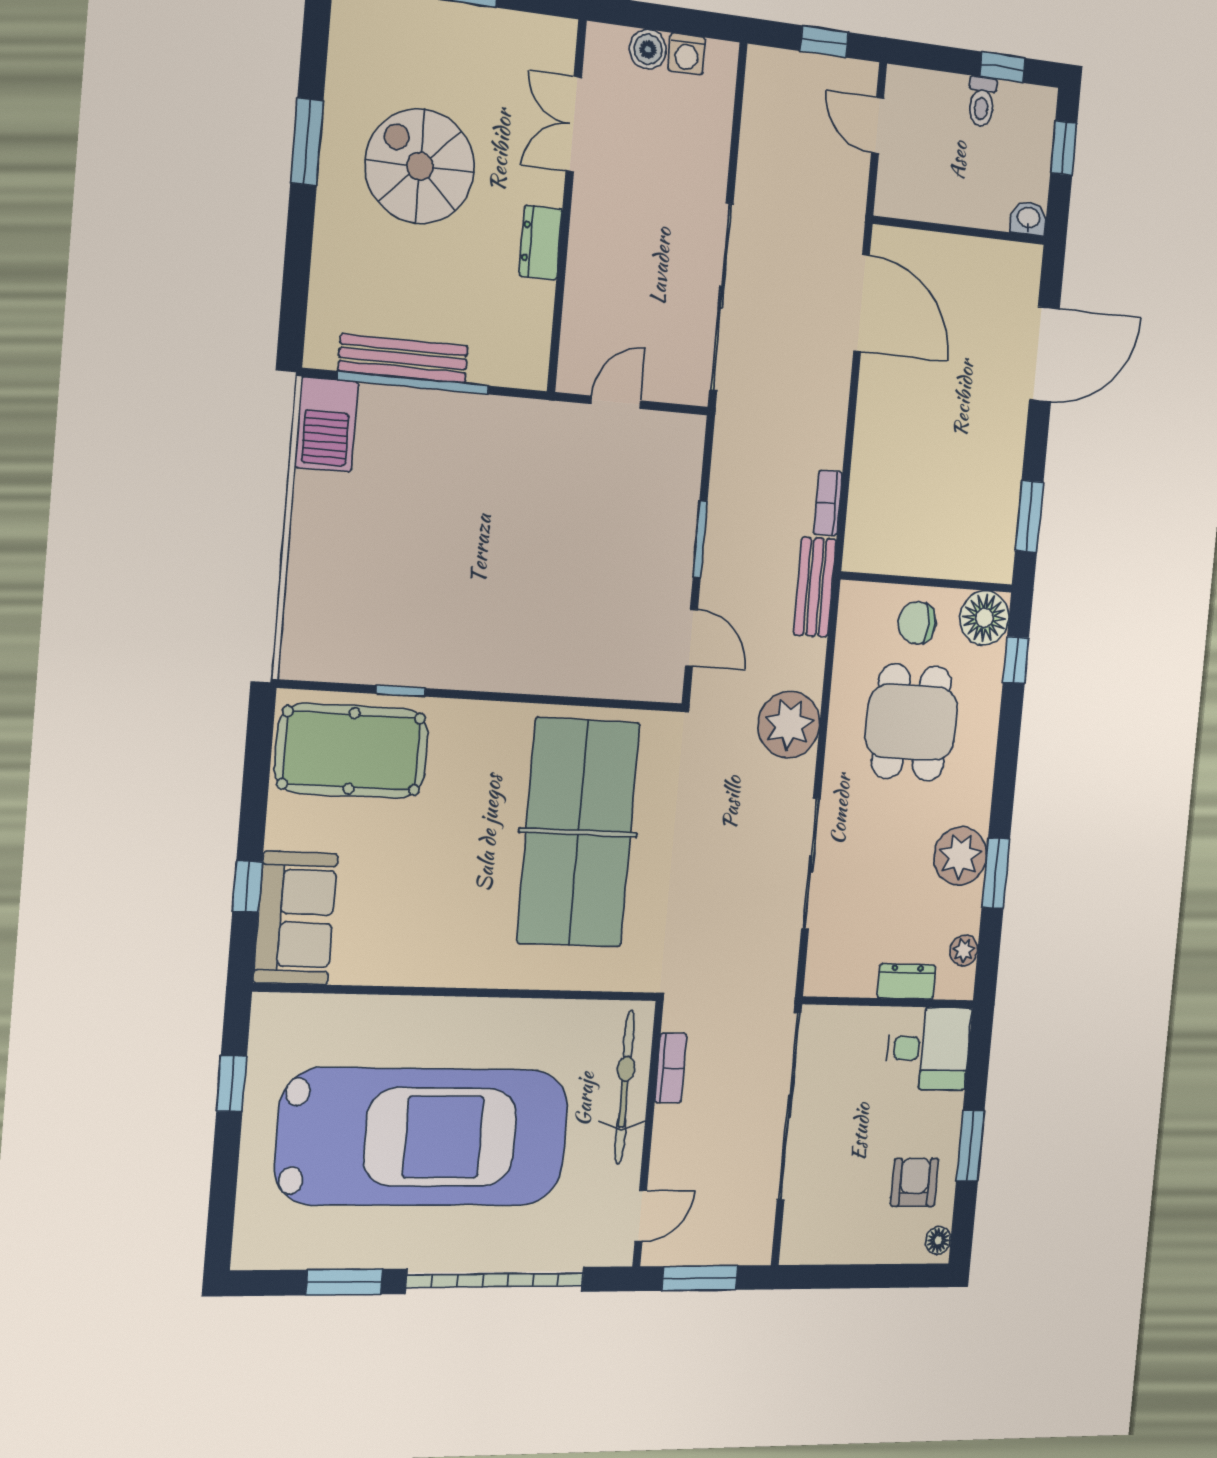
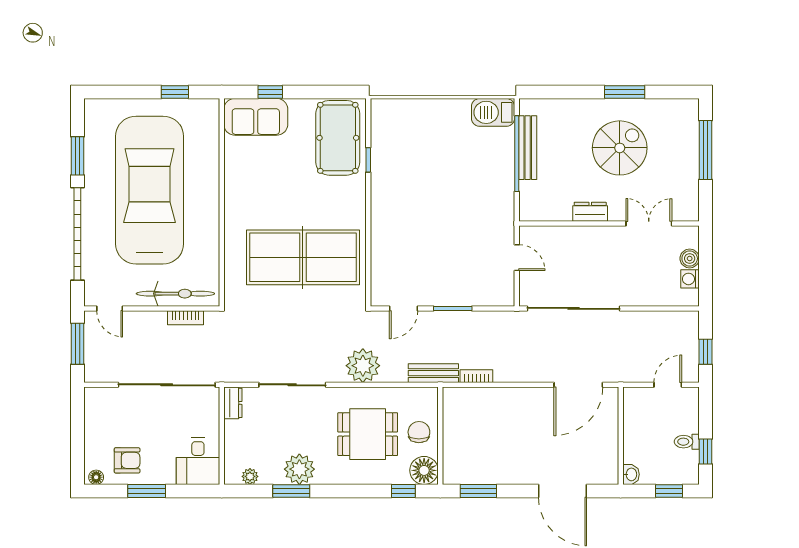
dresser: (907, 981) -> (233, 403), moved
car: (423, 1137) -> (150, 190), turned 180

